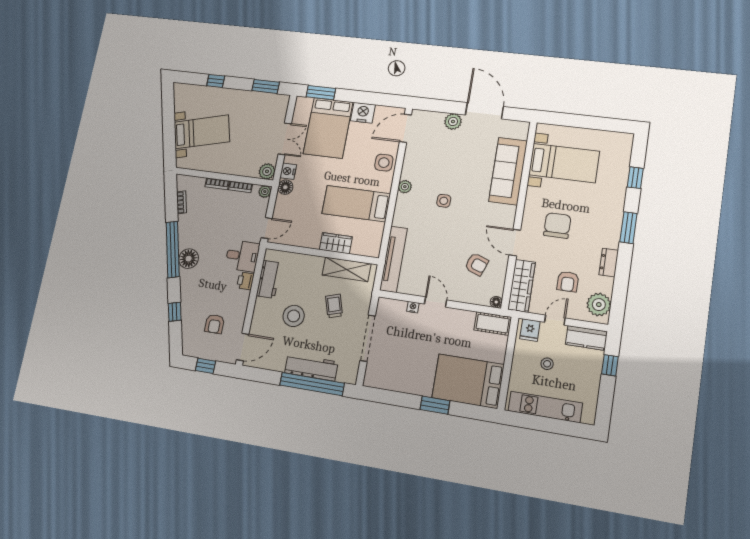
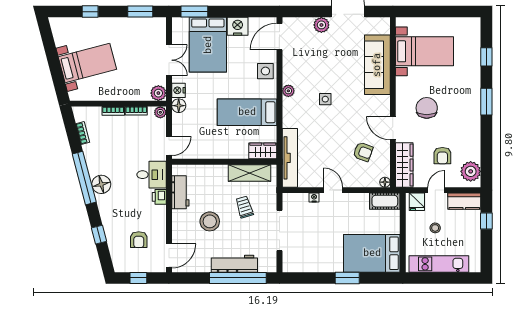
wardrobe: (336, 243) -> (263, 151), moved
dresser: (609, 263) -> (474, 134), removed

